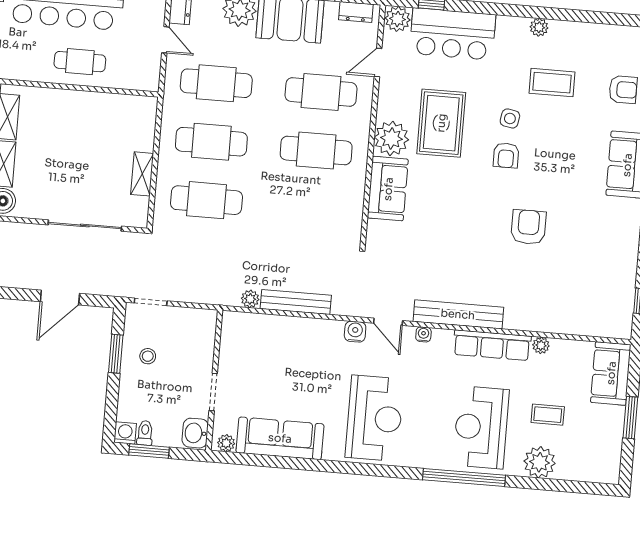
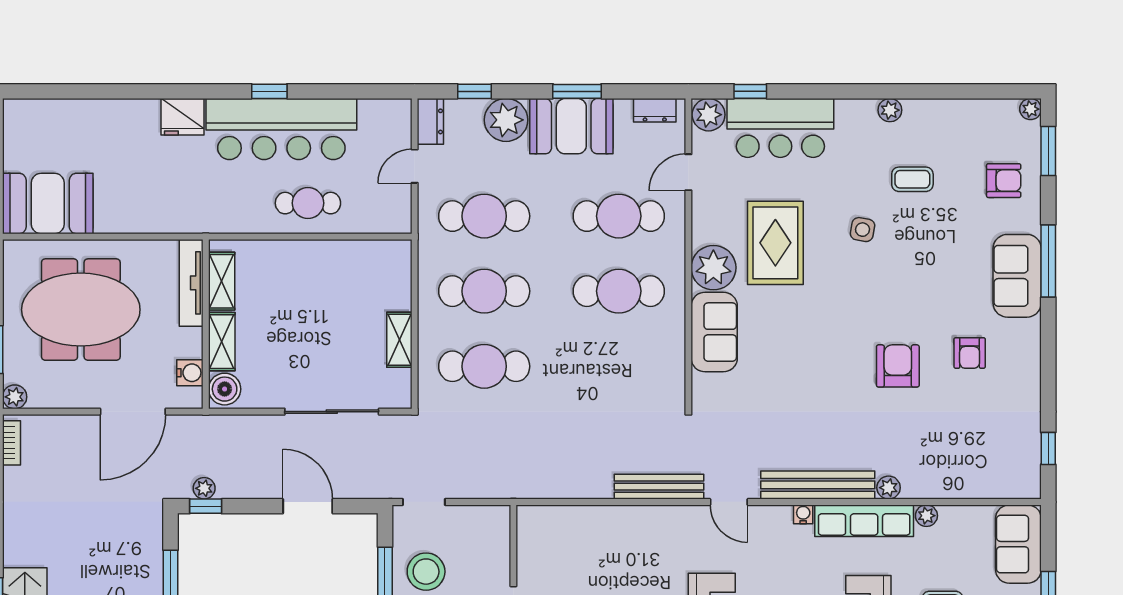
door: (165, 40) -> (415, 166), swing flipped
coffee table: (552, 83) -> (912, 179), width x0.73, depth x0.77
armchair: (506, 155) -> (970, 353), moved
door: (60, 298) -> (308, 506), swing flipped
plant: (250, 299) -> (889, 488), moved
bench: (296, 302) -> (659, 487), moved
water cooler: (355, 332) -> (688, 518), removed
water cooler: (423, 334) -> (803, 514), moved
stool: (148, 356) -> (426, 572), width x1.89, depth x1.89

